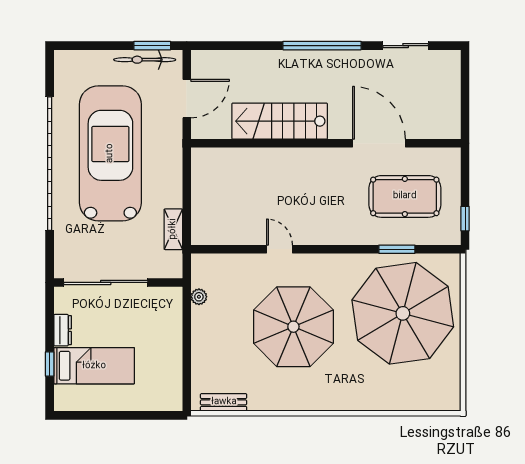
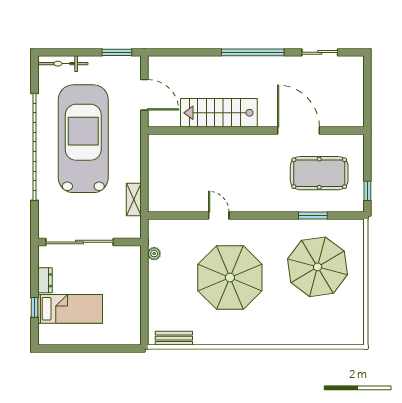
bicycle: (145, 60) -> (63, 64), moved
door: (187, 99) -> (144, 95), hinge flipped
parasol: (403, 313) -> (318, 267), width x0.73, depth x0.73

